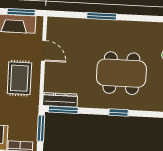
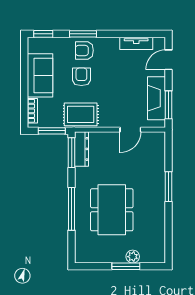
rug: (19, 78) -> (81, 114), moved
window: (119, 113) -> (72, 209), width x2.17

